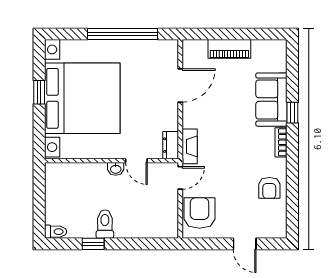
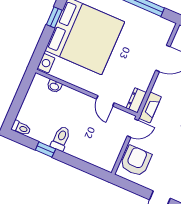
washbasin: (116, 169) -> (54, 86), moved

